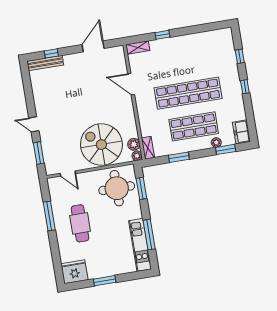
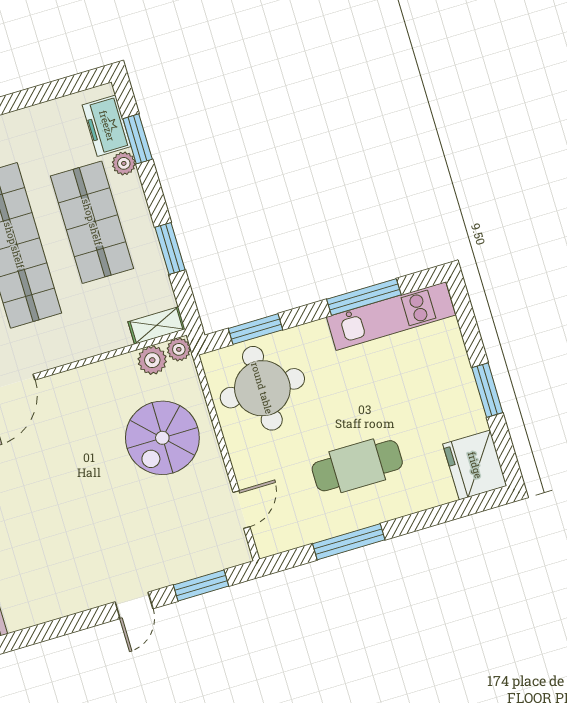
freezer: (242, 132) -> (107, 126), moved, turned 90
spiral stairs: (101, 145) -> (162, 438), width x0.73, depth x0.73

